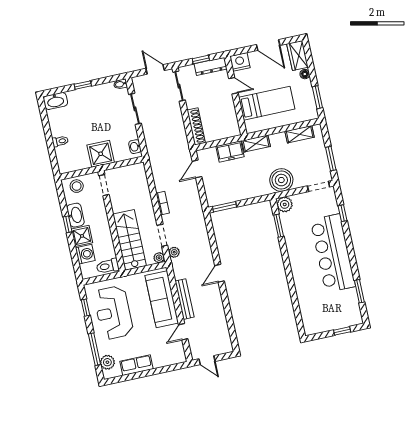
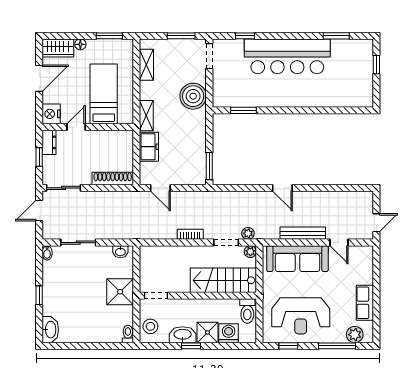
dresser: (211, 66) -> (49, 142), width x0.70
toilet: (60, 141) -> (128, 334), moved
plant: (285, 204) -> (221, 98), removed

